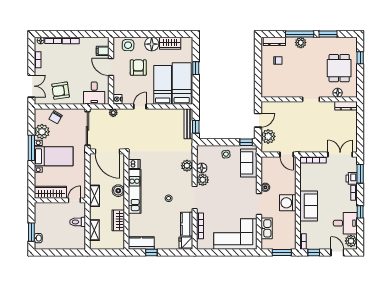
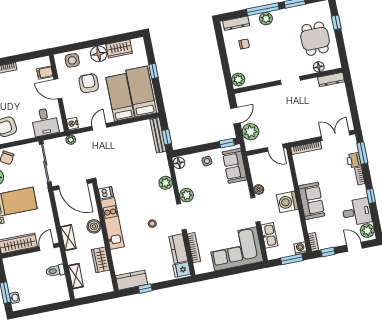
plant: (267, 90) -> (238, 79), added
floor lamp: (202, 168) -> (179, 163), moved
washing machine: (291, 245) -> (300, 248), added

